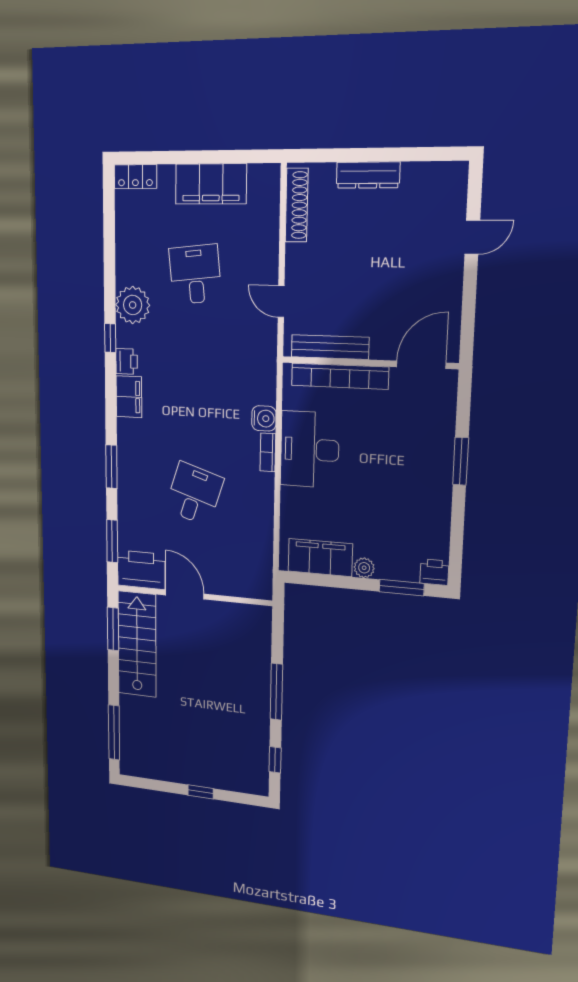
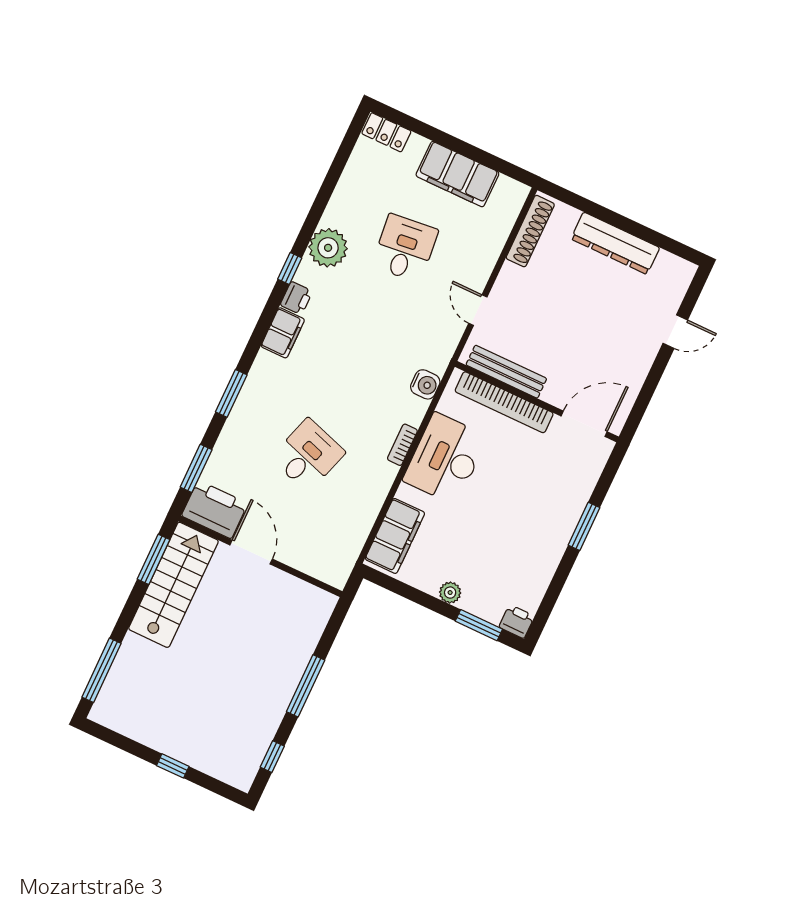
dresser: (368, 175) -> (615, 243), width x1.37, depth x1.24
water cooler: (264, 418) -> (425, 384), moved
filing cabinet: (320, 557) -> (395, 536), moved, turned 90

